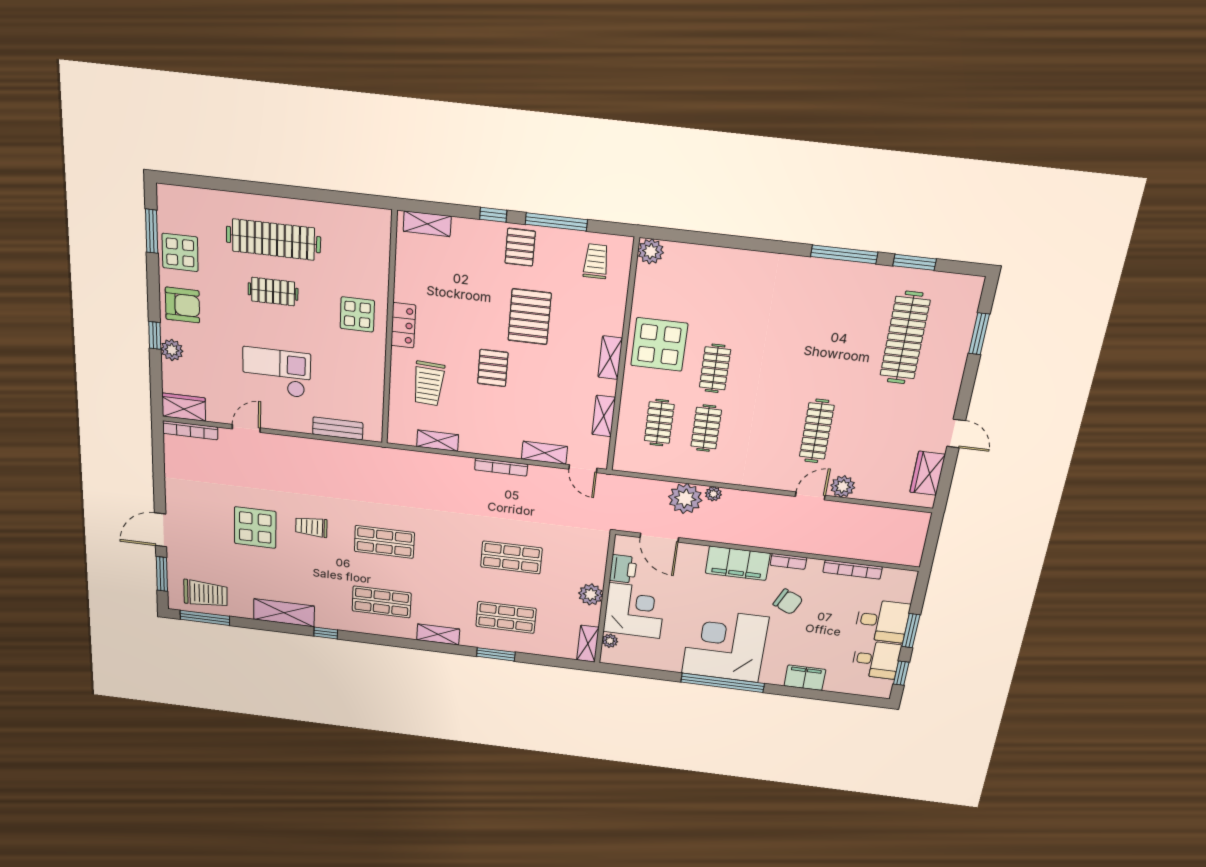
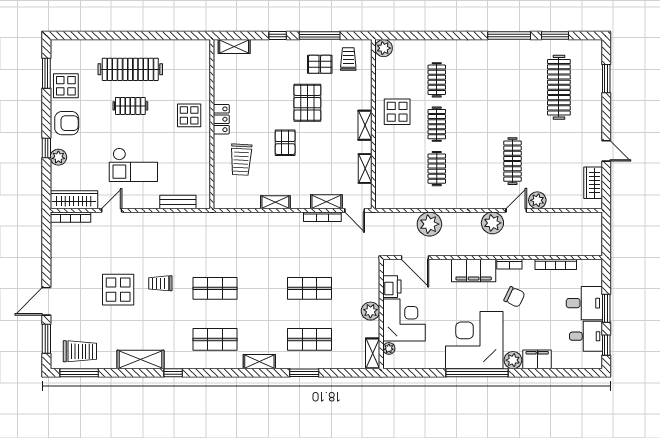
pallet: (520, 247) -> (320, 64), moved, turned 90
display table: (659, 344) -> (397, 112), width x0.73, depth x0.73
checkout: (277, 372) -> (133, 165), turned 180
wardrobe: (184, 407) -> (74, 200), width x1.50
clothes rail: (659, 423) -> (437, 80), moved
shelving: (438, 441) -> (275, 202), moved
bookcase: (501, 467) -> (322, 217), moved
plant: (713, 494) -> (492, 223), moved, width x1.88, depth x1.88
plant: (773, 675) -> (513, 360), added

